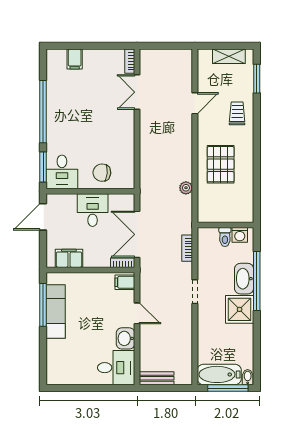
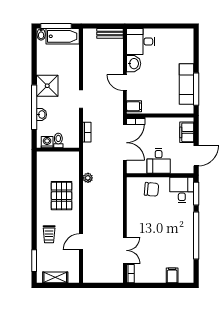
filing cabinet: (69, 258) -> (187, 132), moved, turned 90
washbasin: (244, 279) -> (42, 115), width x0.52, depth x0.69

